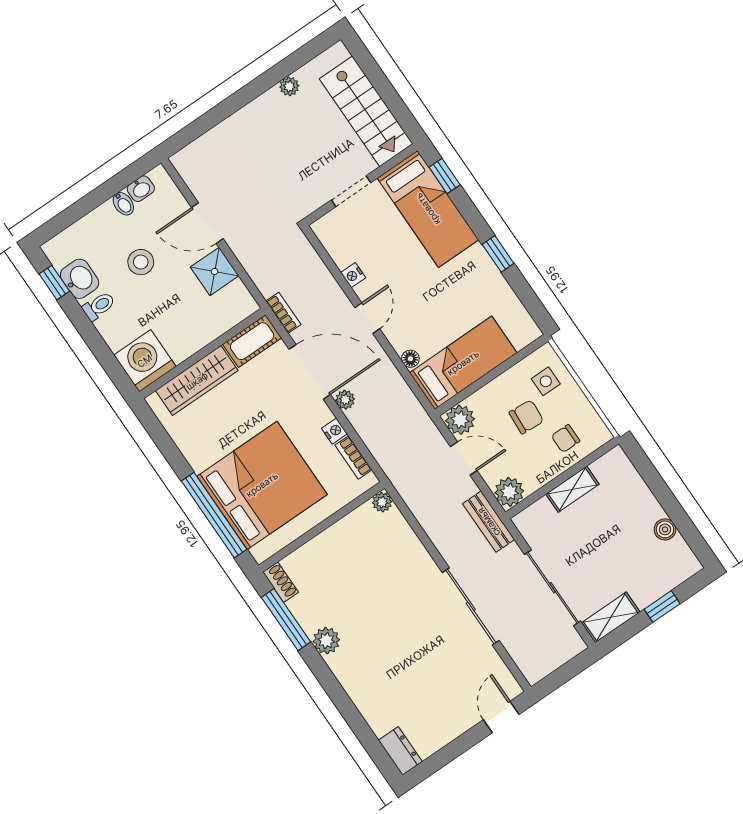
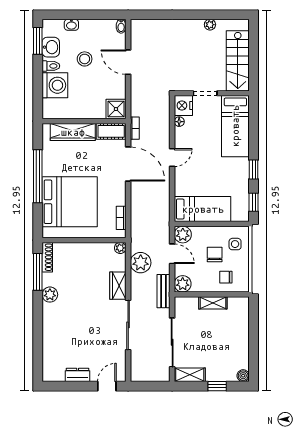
window: (445, 176) -> (254, 202), moved
washbasin: (141, 189) -> (71, 25), moved
bidet: (123, 204) -> (121, 26), moved
shower: (215, 271) -> (116, 109), moved
nightstand: (353, 275) -> (183, 105), moved, width x1.89, depth x1.79
window: (54, 283) -> (38, 41), width x1.50
floor lamp: (410, 359) -> (179, 122), moved
washing machine: (145, 361) -> (55, 85), moved, turned 90
plant: (345, 400) -> (141, 263), moved, width x1.87, depth x1.87
chair: (526, 417) -> (215, 254), turned -94
nightstand: (334, 431) -> (121, 200), removed
window: (214, 515) -> (38, 176), moved
boiler: (665, 529) -> (243, 376), moved
wardrobe: (417, 559) -> (118, 286), added
shoe rack: (281, 582) -> (47, 257), width x1.43
dresser: (400, 751) -> (78, 375), moved, turned -90

